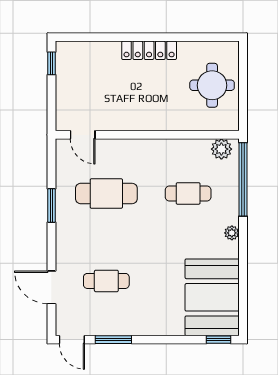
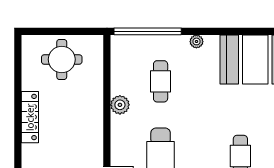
plant: (221, 149) -> (120, 105), moved

